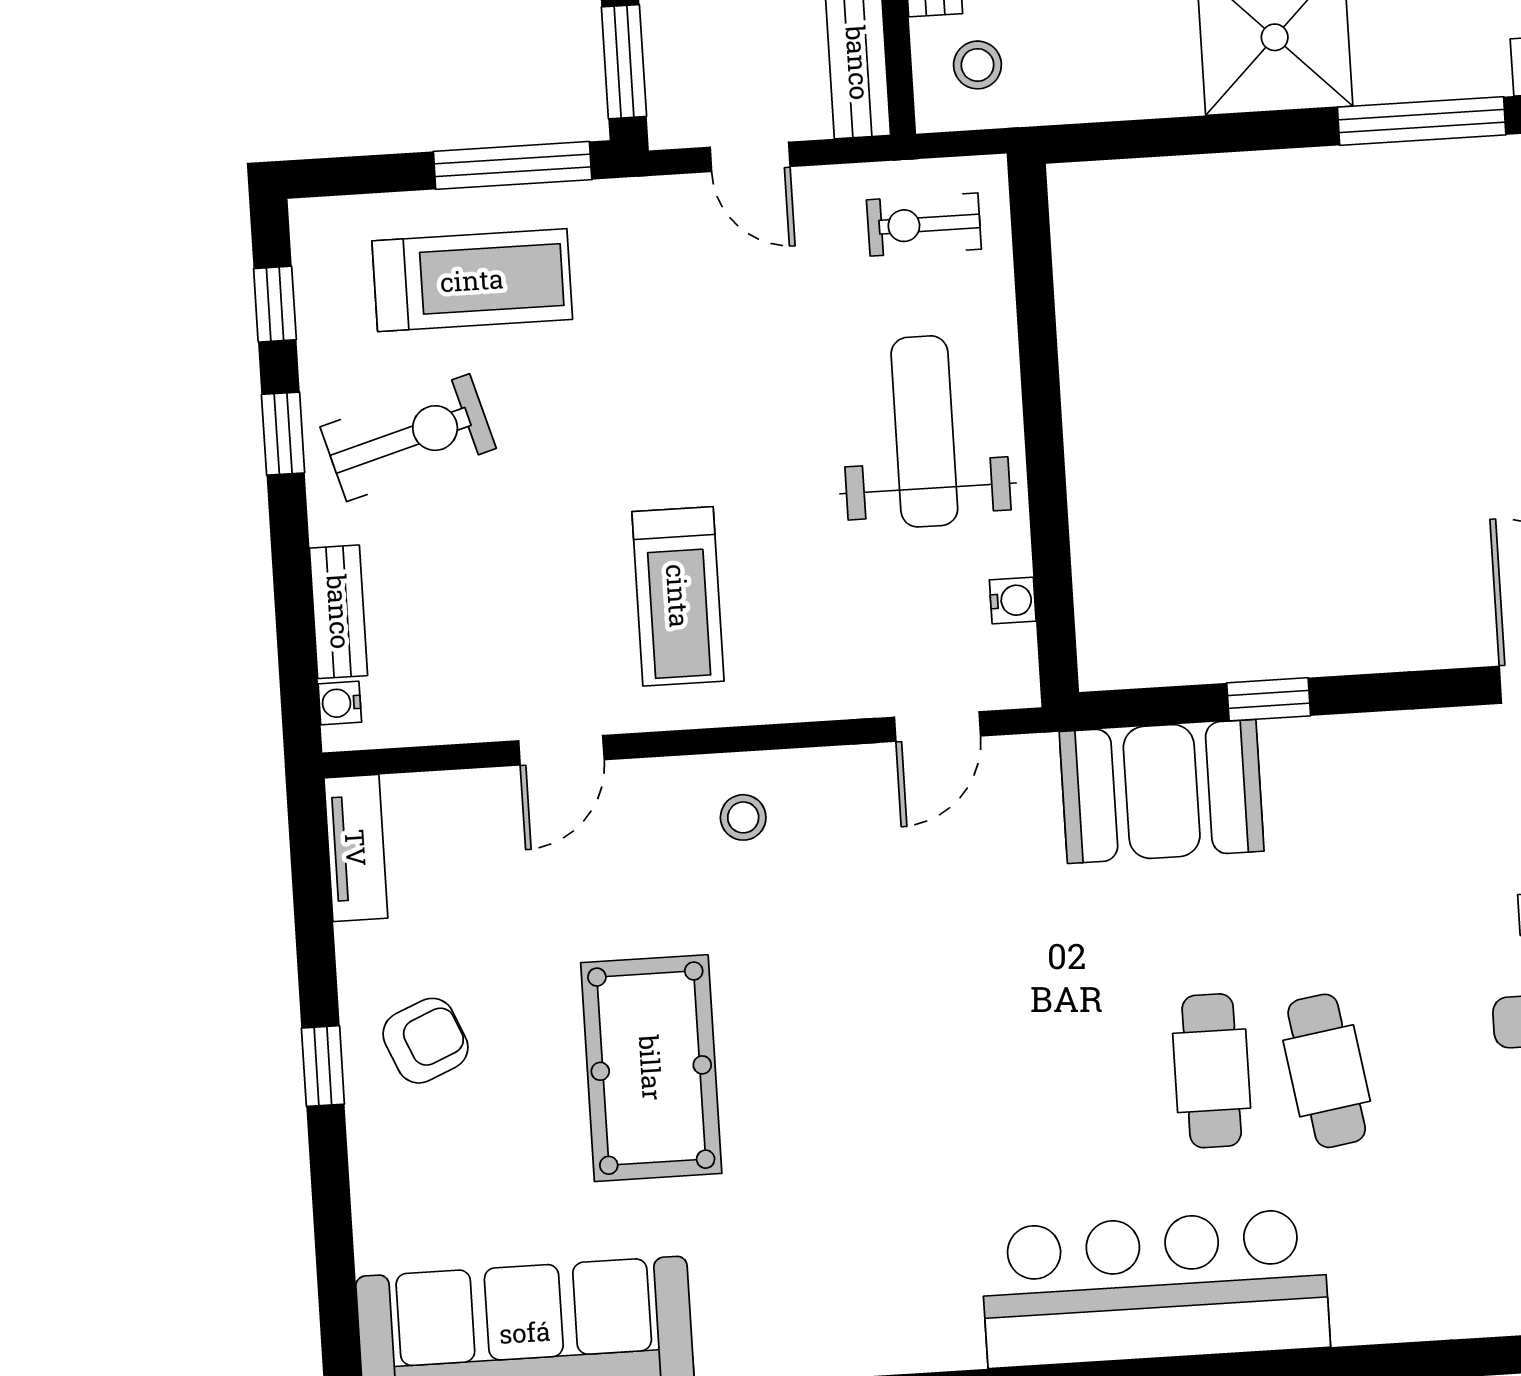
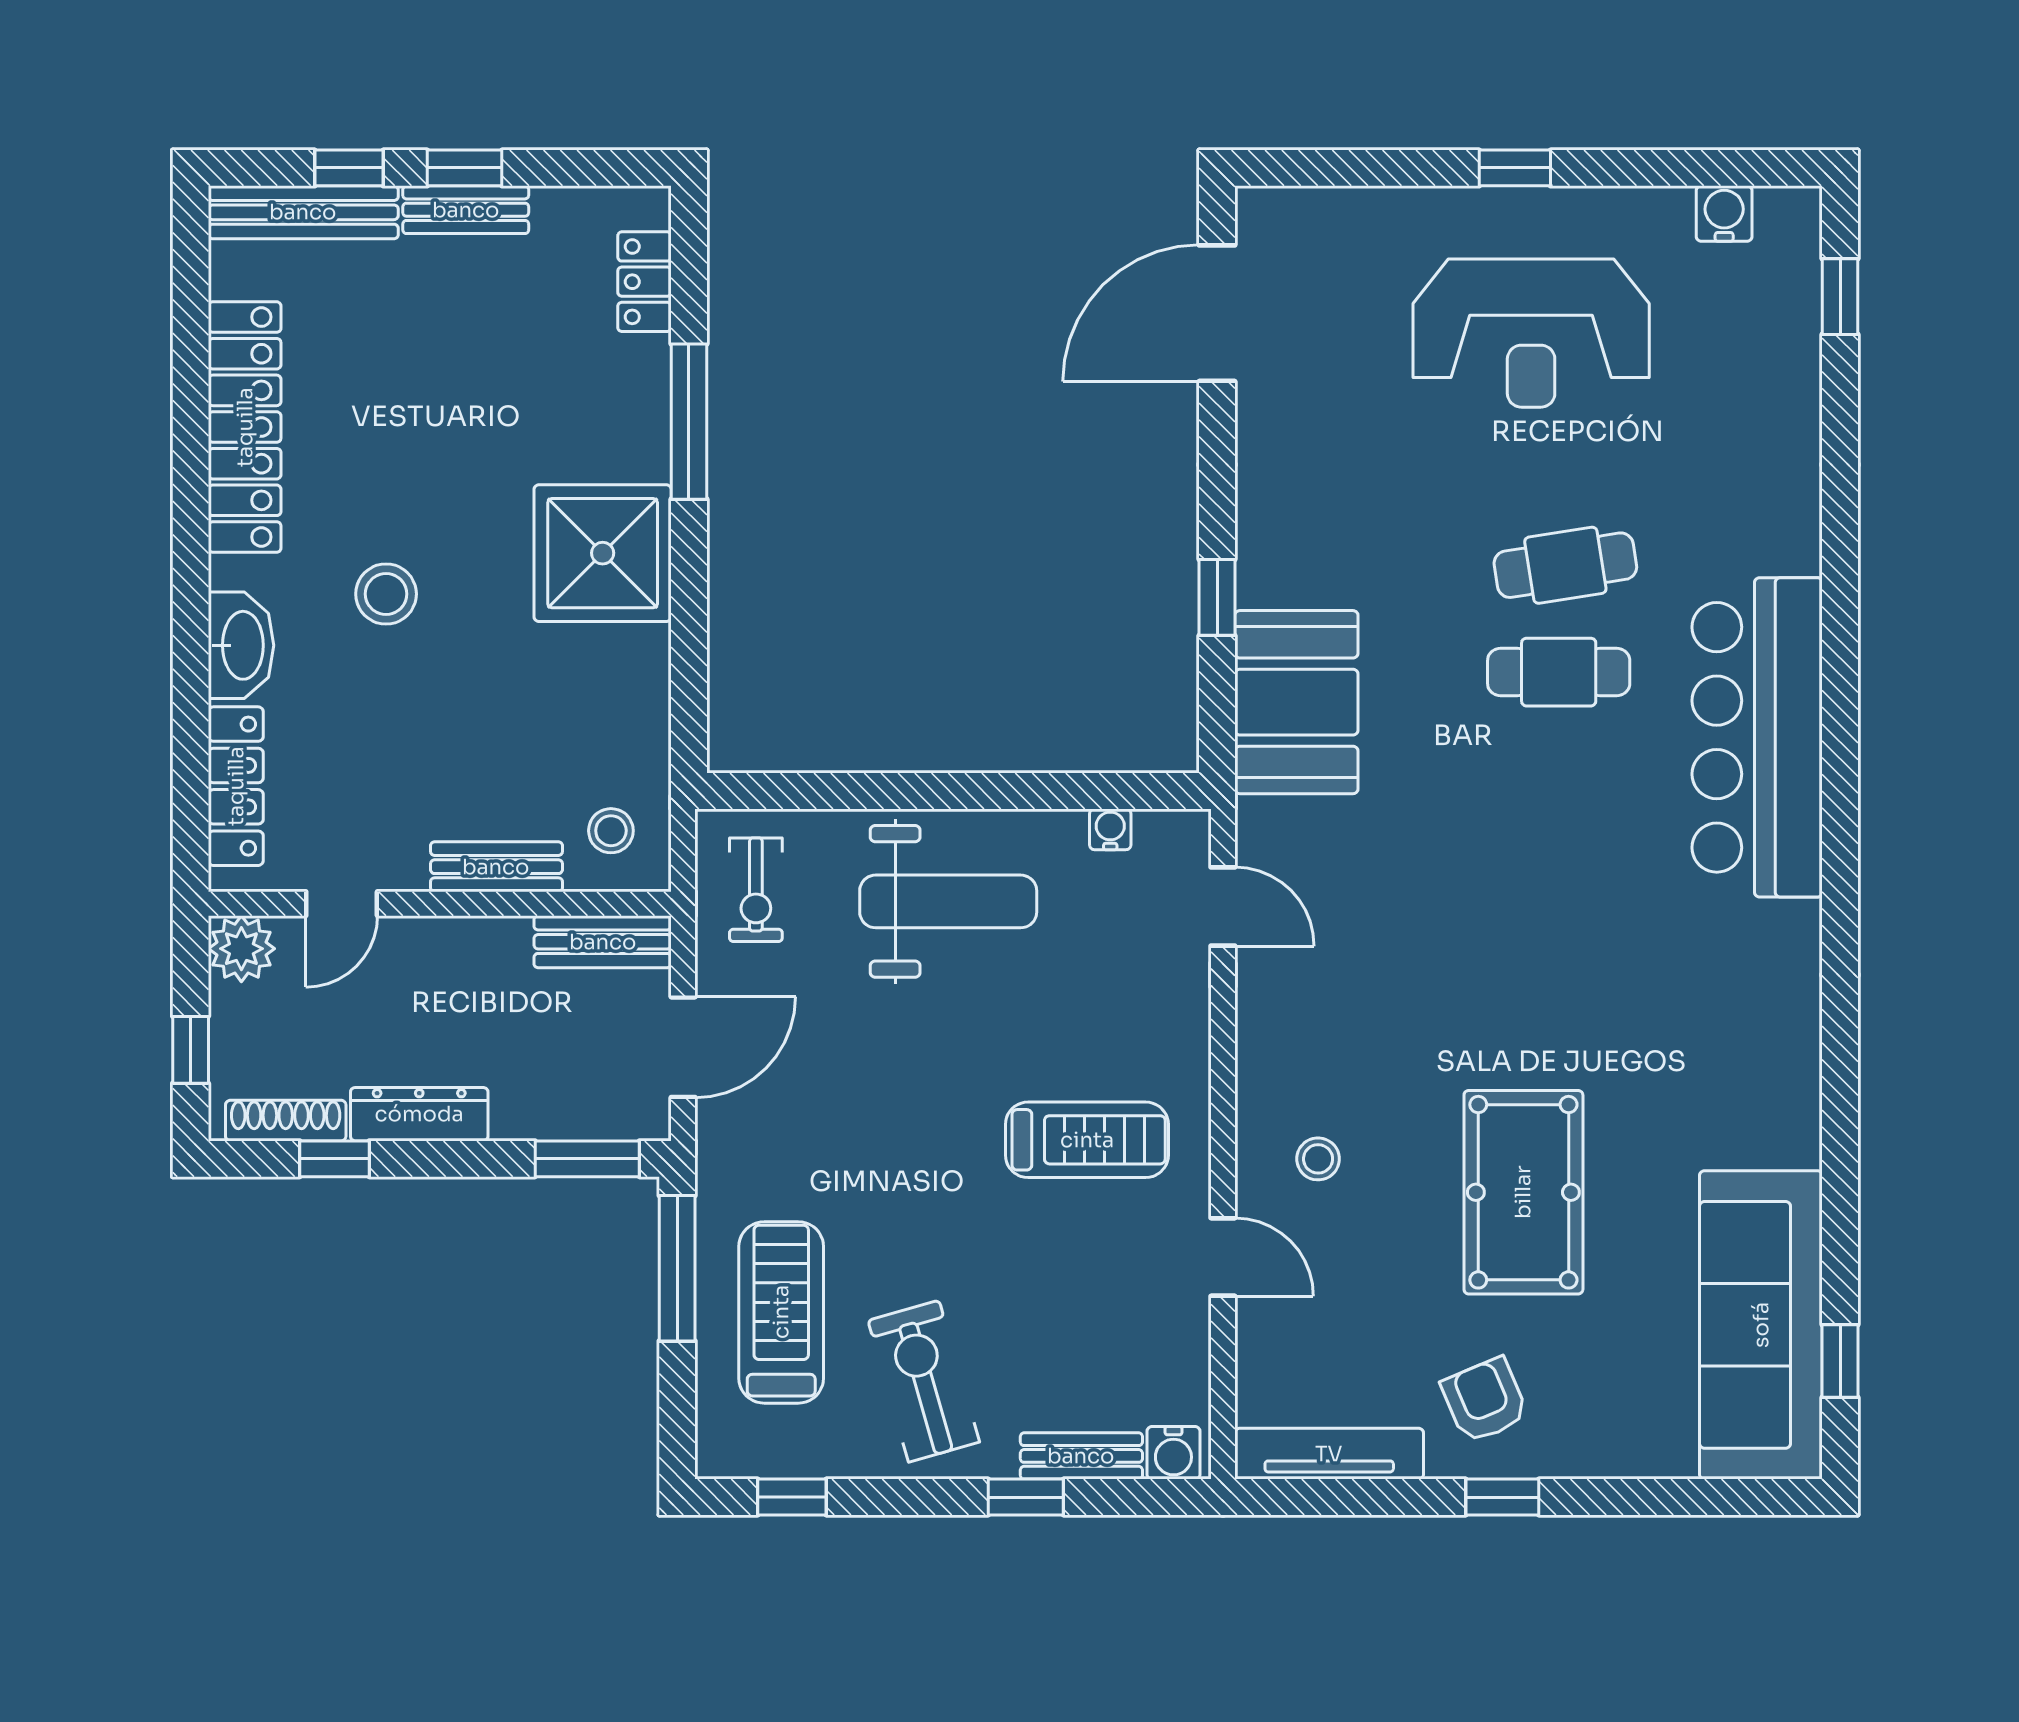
door: (750, 157) -> (683, 1047), width x1.38
weight bench: (924, 431) -> (948, 901), turned 180
window: (283, 434) -> (1026, 1497), moved
water cooler: (340, 703) -> (1173, 1453), width x1.38, depth x1.38
stool: (743, 817) -> (1318, 1159), moved
tv unit: (356, 848) -> (1329, 1454), width x1.41
pool table: (651, 1068) -> (1523, 1192), turned 90

